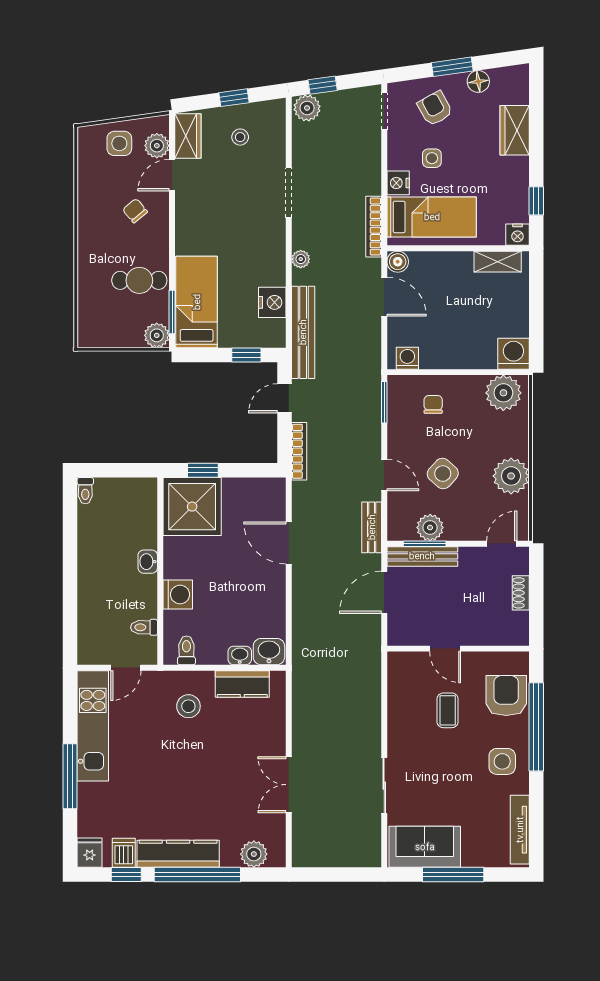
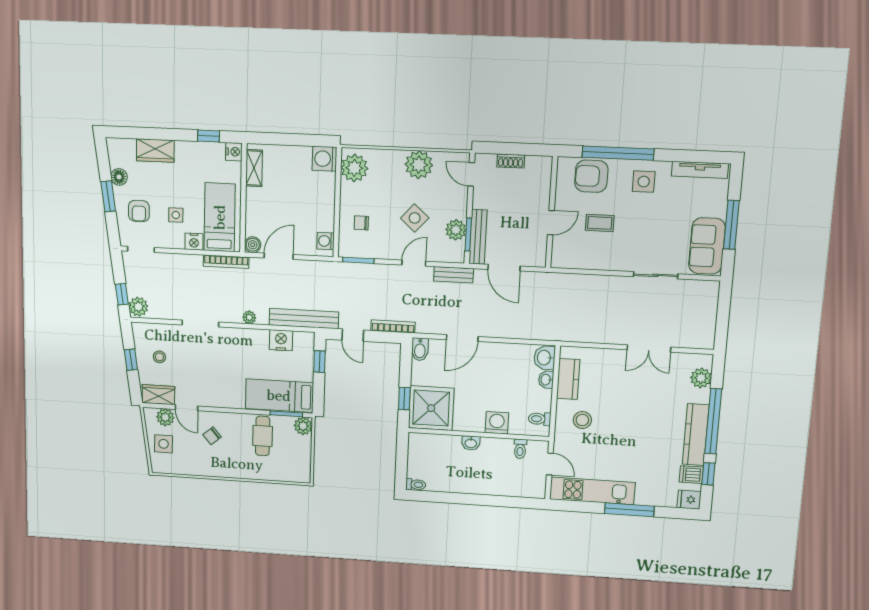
armchair: (435, 108) -> (139, 211), turned -61
bidet: (271, 488) -> (420, 349), added

